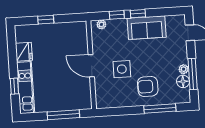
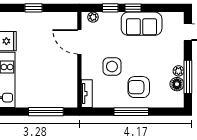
door: (91, 66) -> (79, 42), moved
tv unit: (100, 96) -> (87, 94), added
window: (160, 108) -> (131, 112), moved

